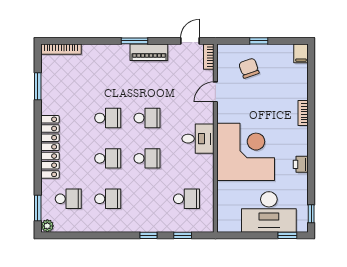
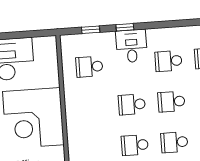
desk: (198, 139) -> (132, 46), moved, turned 90

